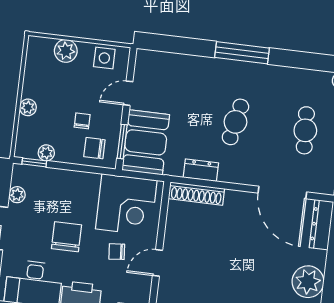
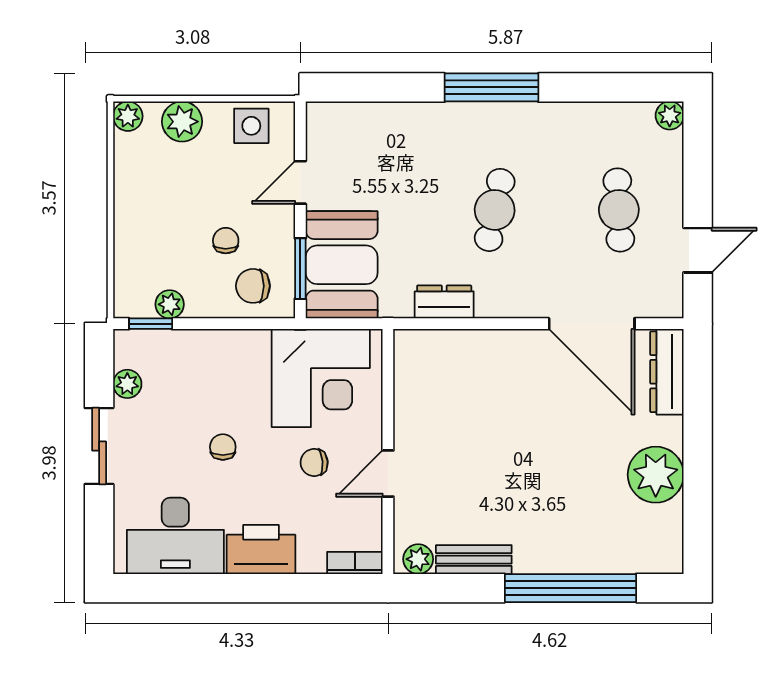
plant: (28, 107) -> (128, 116), moved
shoe rack: (196, 194) -> (441, 344), removed
chair: (66, 237) -> (223, 447), width x0.54, depth x0.54

